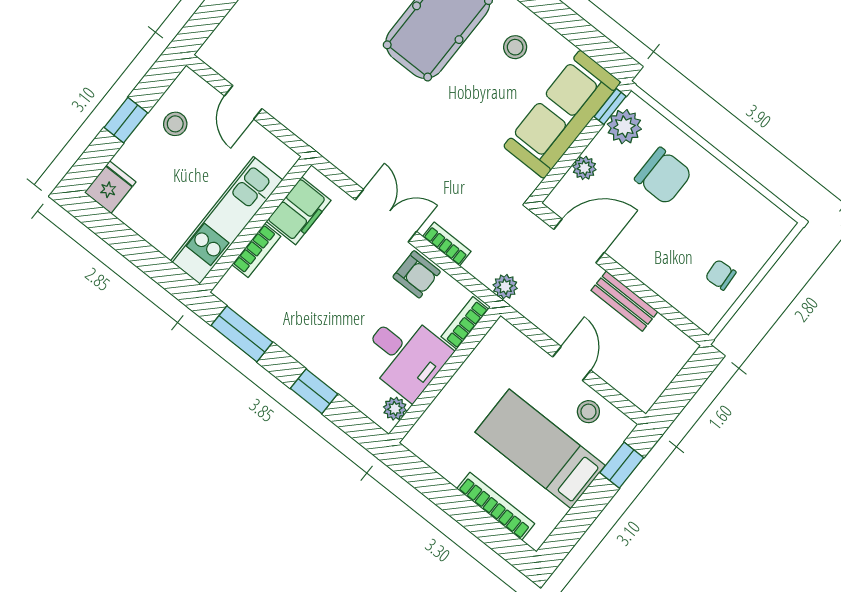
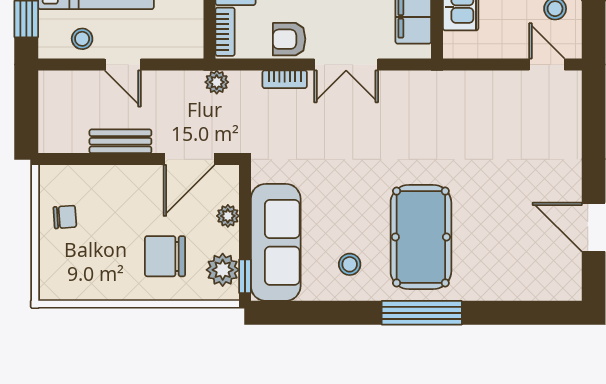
door: (243, 102) -> (547, 64), moved

